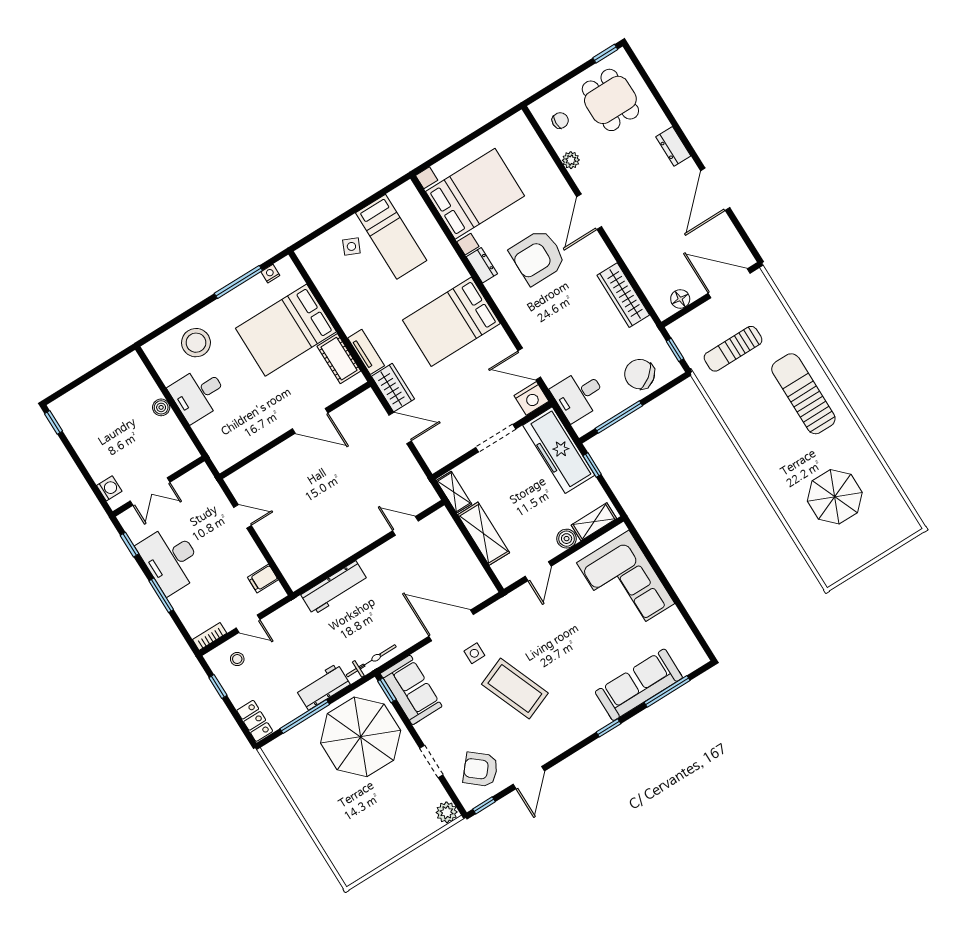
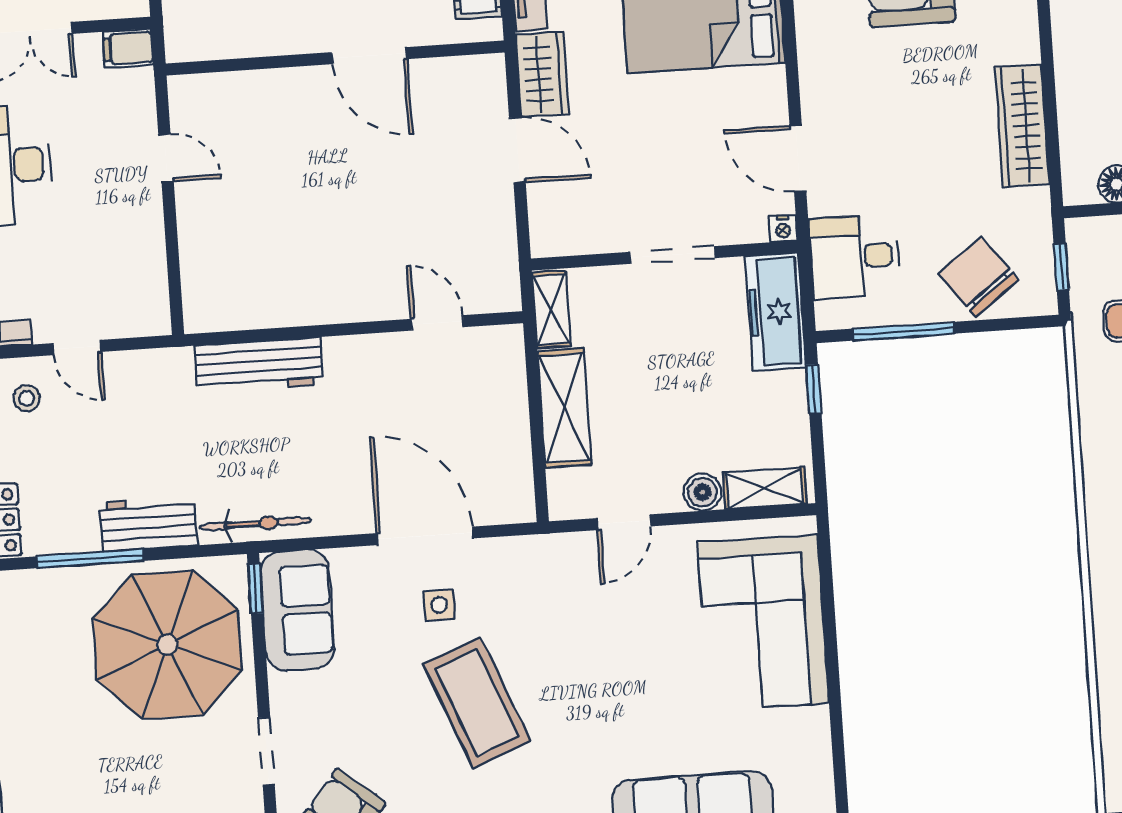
nightstand: (531, 398) -> (783, 229), width x0.53, depth x0.56
freezer: (559, 450) -> (776, 312), width x0.73, depth x0.79
filing cabinet: (263, 579) -> (128, 48), moved

